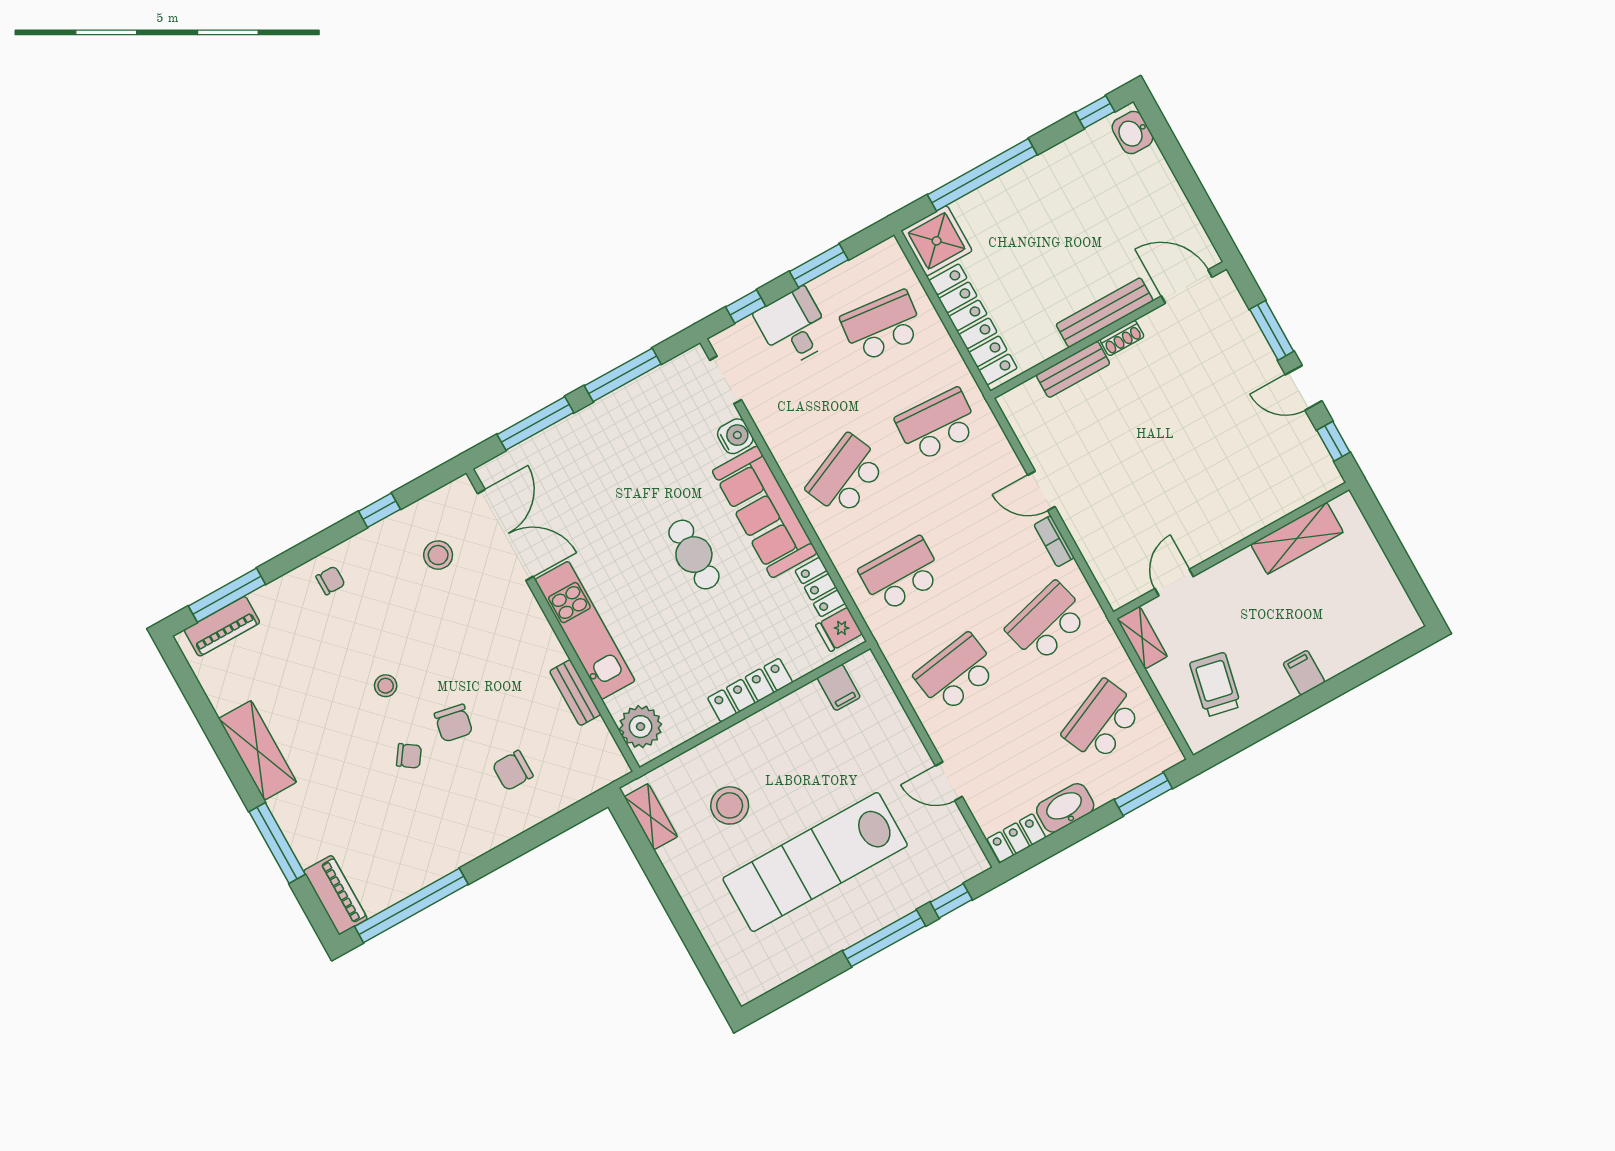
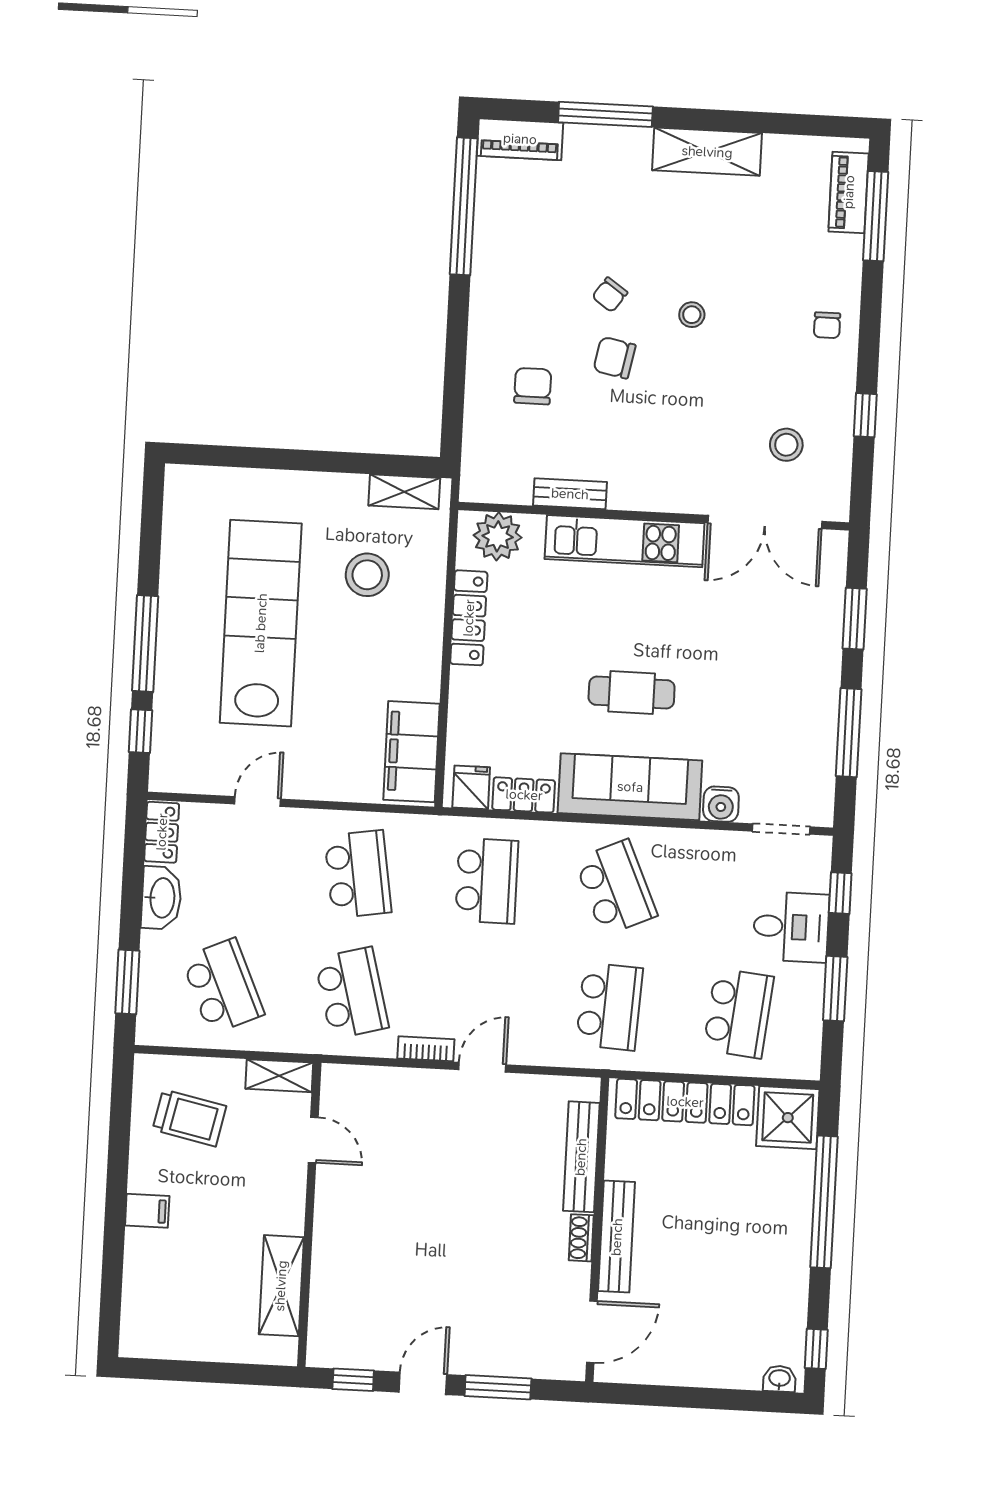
washbasin: (1132, 133) -> (780, 1379), width x0.72, depth x0.69
bench: (1073, 369) -> (581, 1157), width x1.36
window: (535, 423) -> (855, 619), width x0.69
filing cabinet: (839, 687) -> (411, 752), width x3.00, depth x1.17
locker: (750, 690) -> (469, 618), moved

